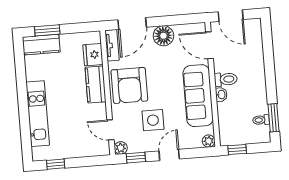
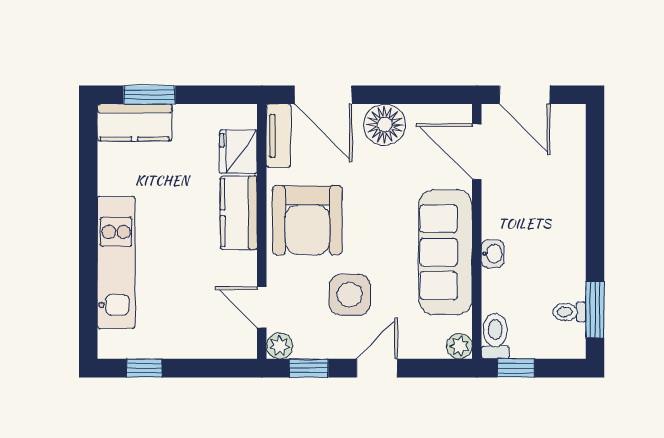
door: (132, 24) -> (323, 95), hinge flipped
toilet: (226, 79) -> (495, 336), moved, turned -90

